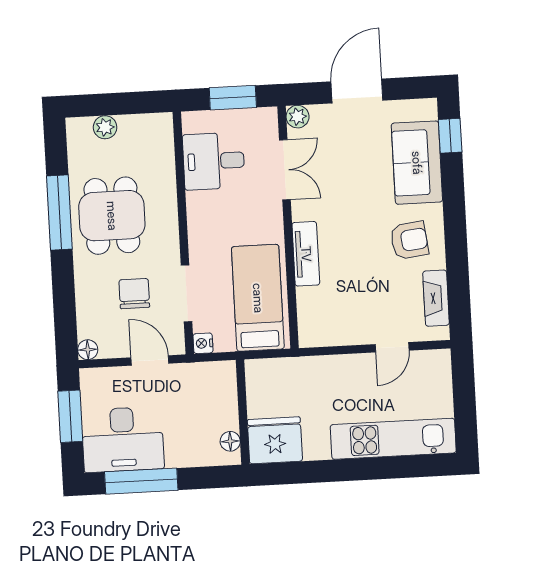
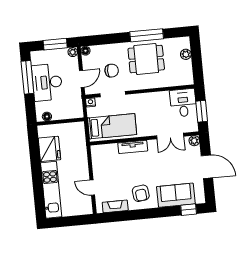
desk: (214, 161) -> (183, 103), moved
plant: (90, 378) -> (73, 52), added
desk: (123, 439) -> (47, 82), moved
fridge: (275, 440) -> (49, 149), moved

